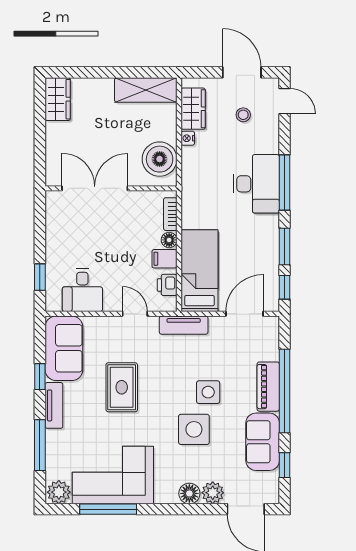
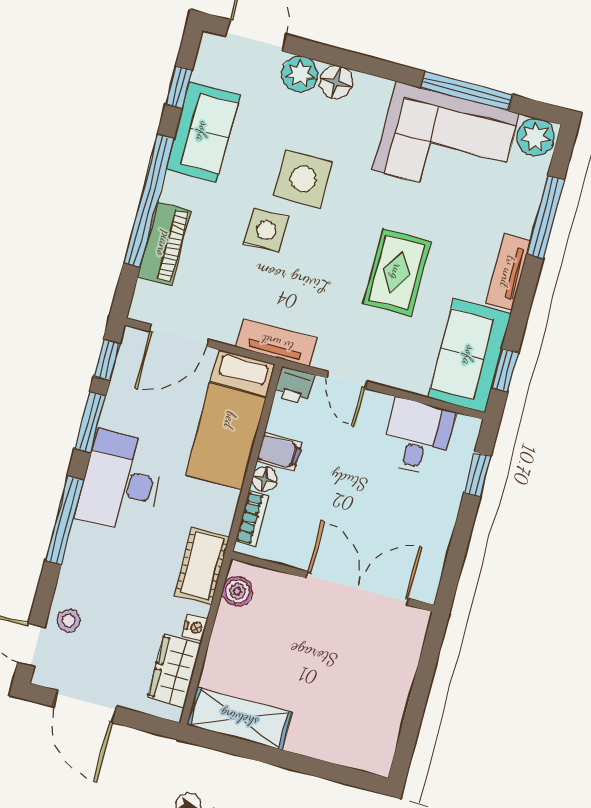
wardrobe: (58, 99) -> (378, 740), removed
stool: (243, 115) -> (69, 621), moved
boiler: (160, 159) -> (237, 591), width x0.54, depth x0.54
cot: (193, 177) -> (202, 566), added
desk: (256, 184) -> (121, 482), moved
double door: (95, 188) -> (358, 588), swing flipped
printer: (167, 285) -> (294, 385), moved, turned 90
window: (40, 377) -> (505, 370), moved
piano: (268, 387) -> (164, 244), moved

